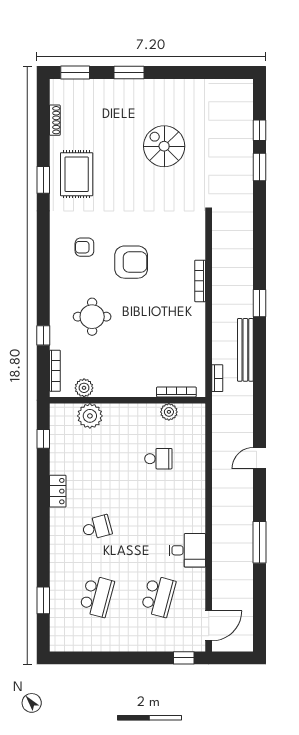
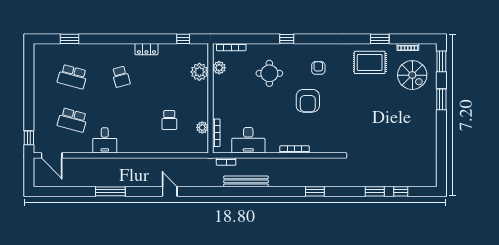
spiral stairs: (164, 146) -> (412, 75), moved, turned 90
window: (43, 180) -> (380, 39), moved
window: (260, 303) -> (315, 191), moved
window: (43, 335) -> (287, 39), moved
desk: (187, 347) -> (248, 140), added

